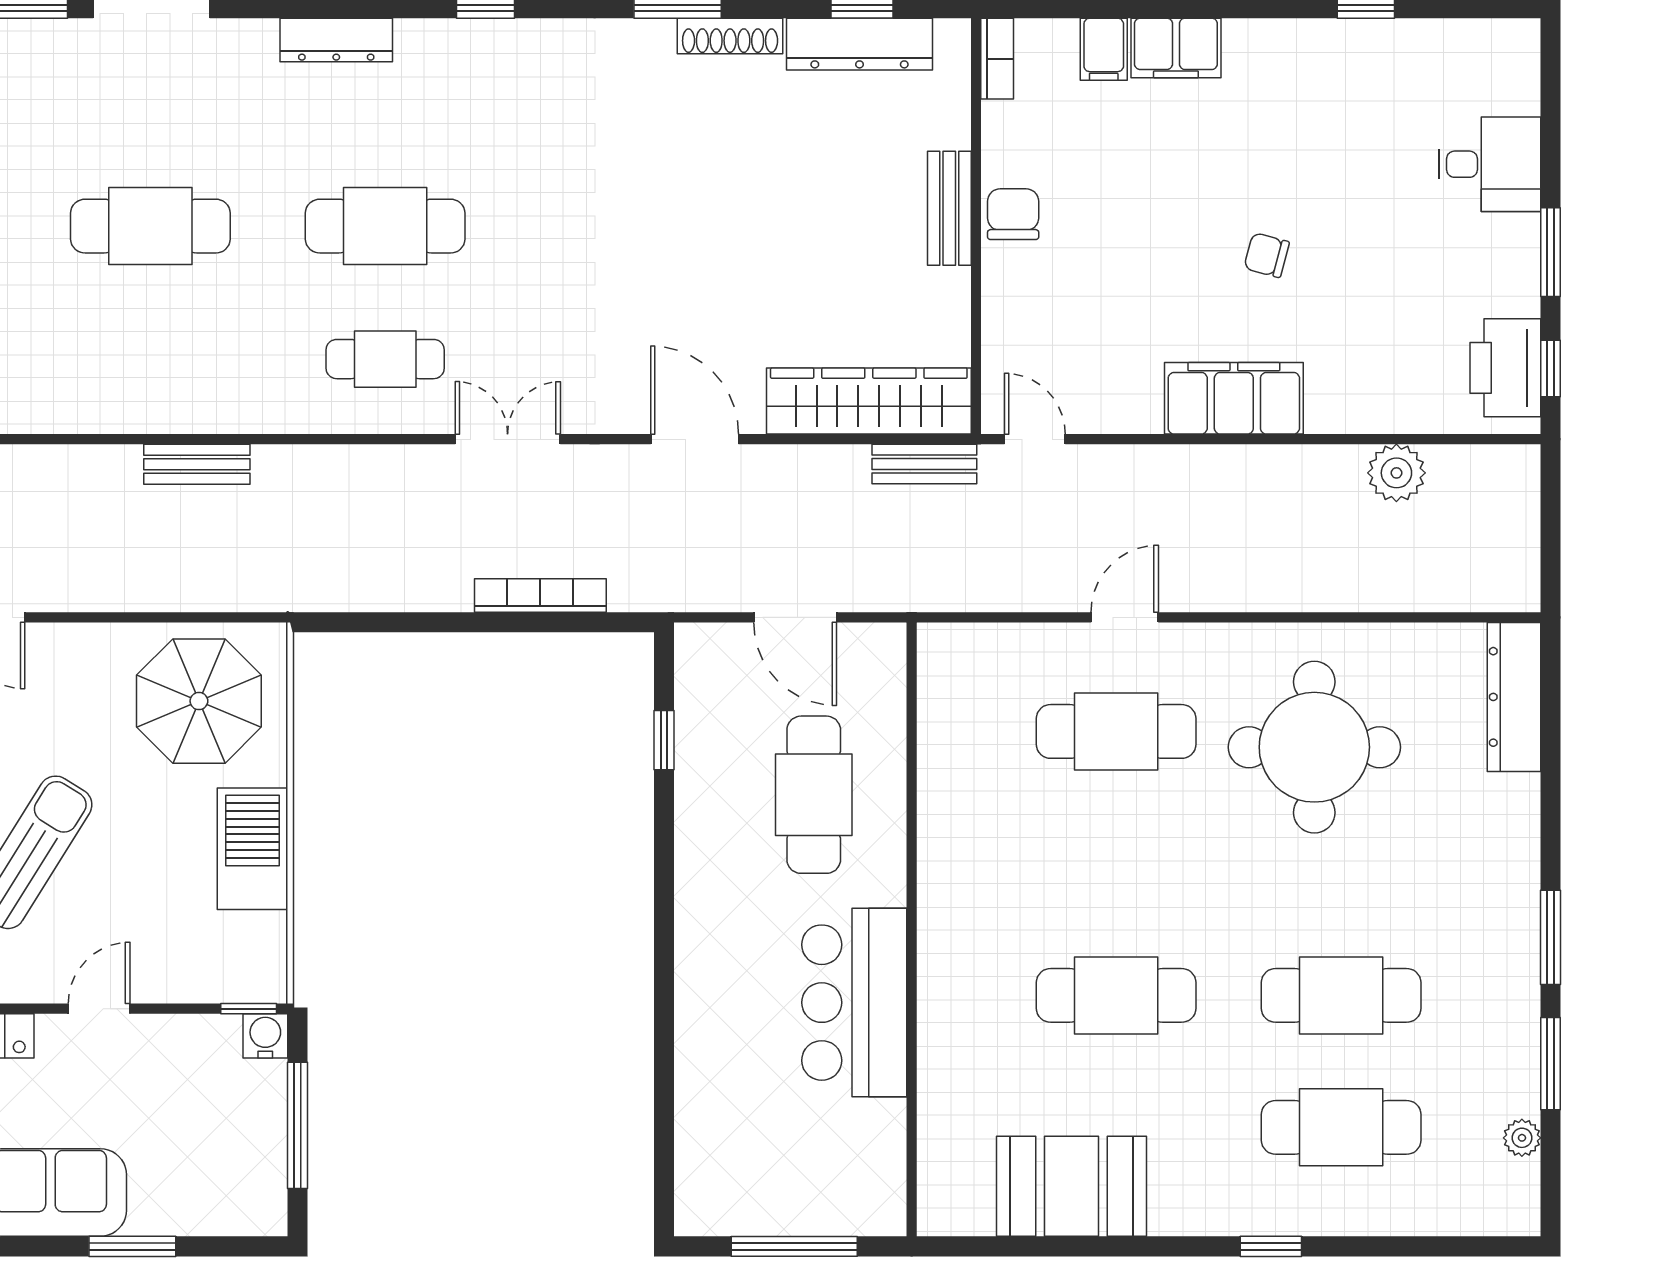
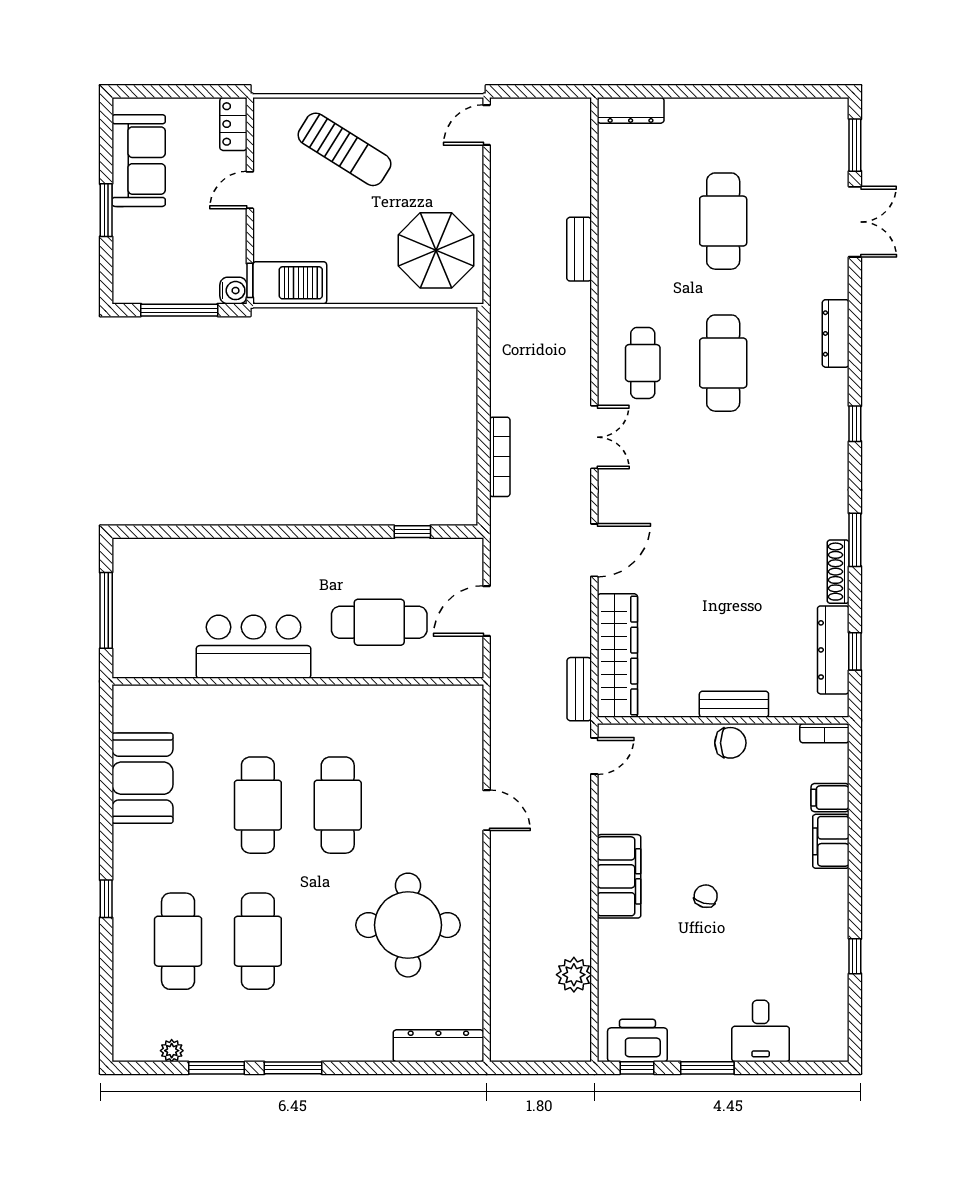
cafe table: (1116, 731) -> (338, 805), moved
barbecue: (252, 849) -> (290, 283), moved
door: (99, 1009) -> (250, 190), swing flipped

